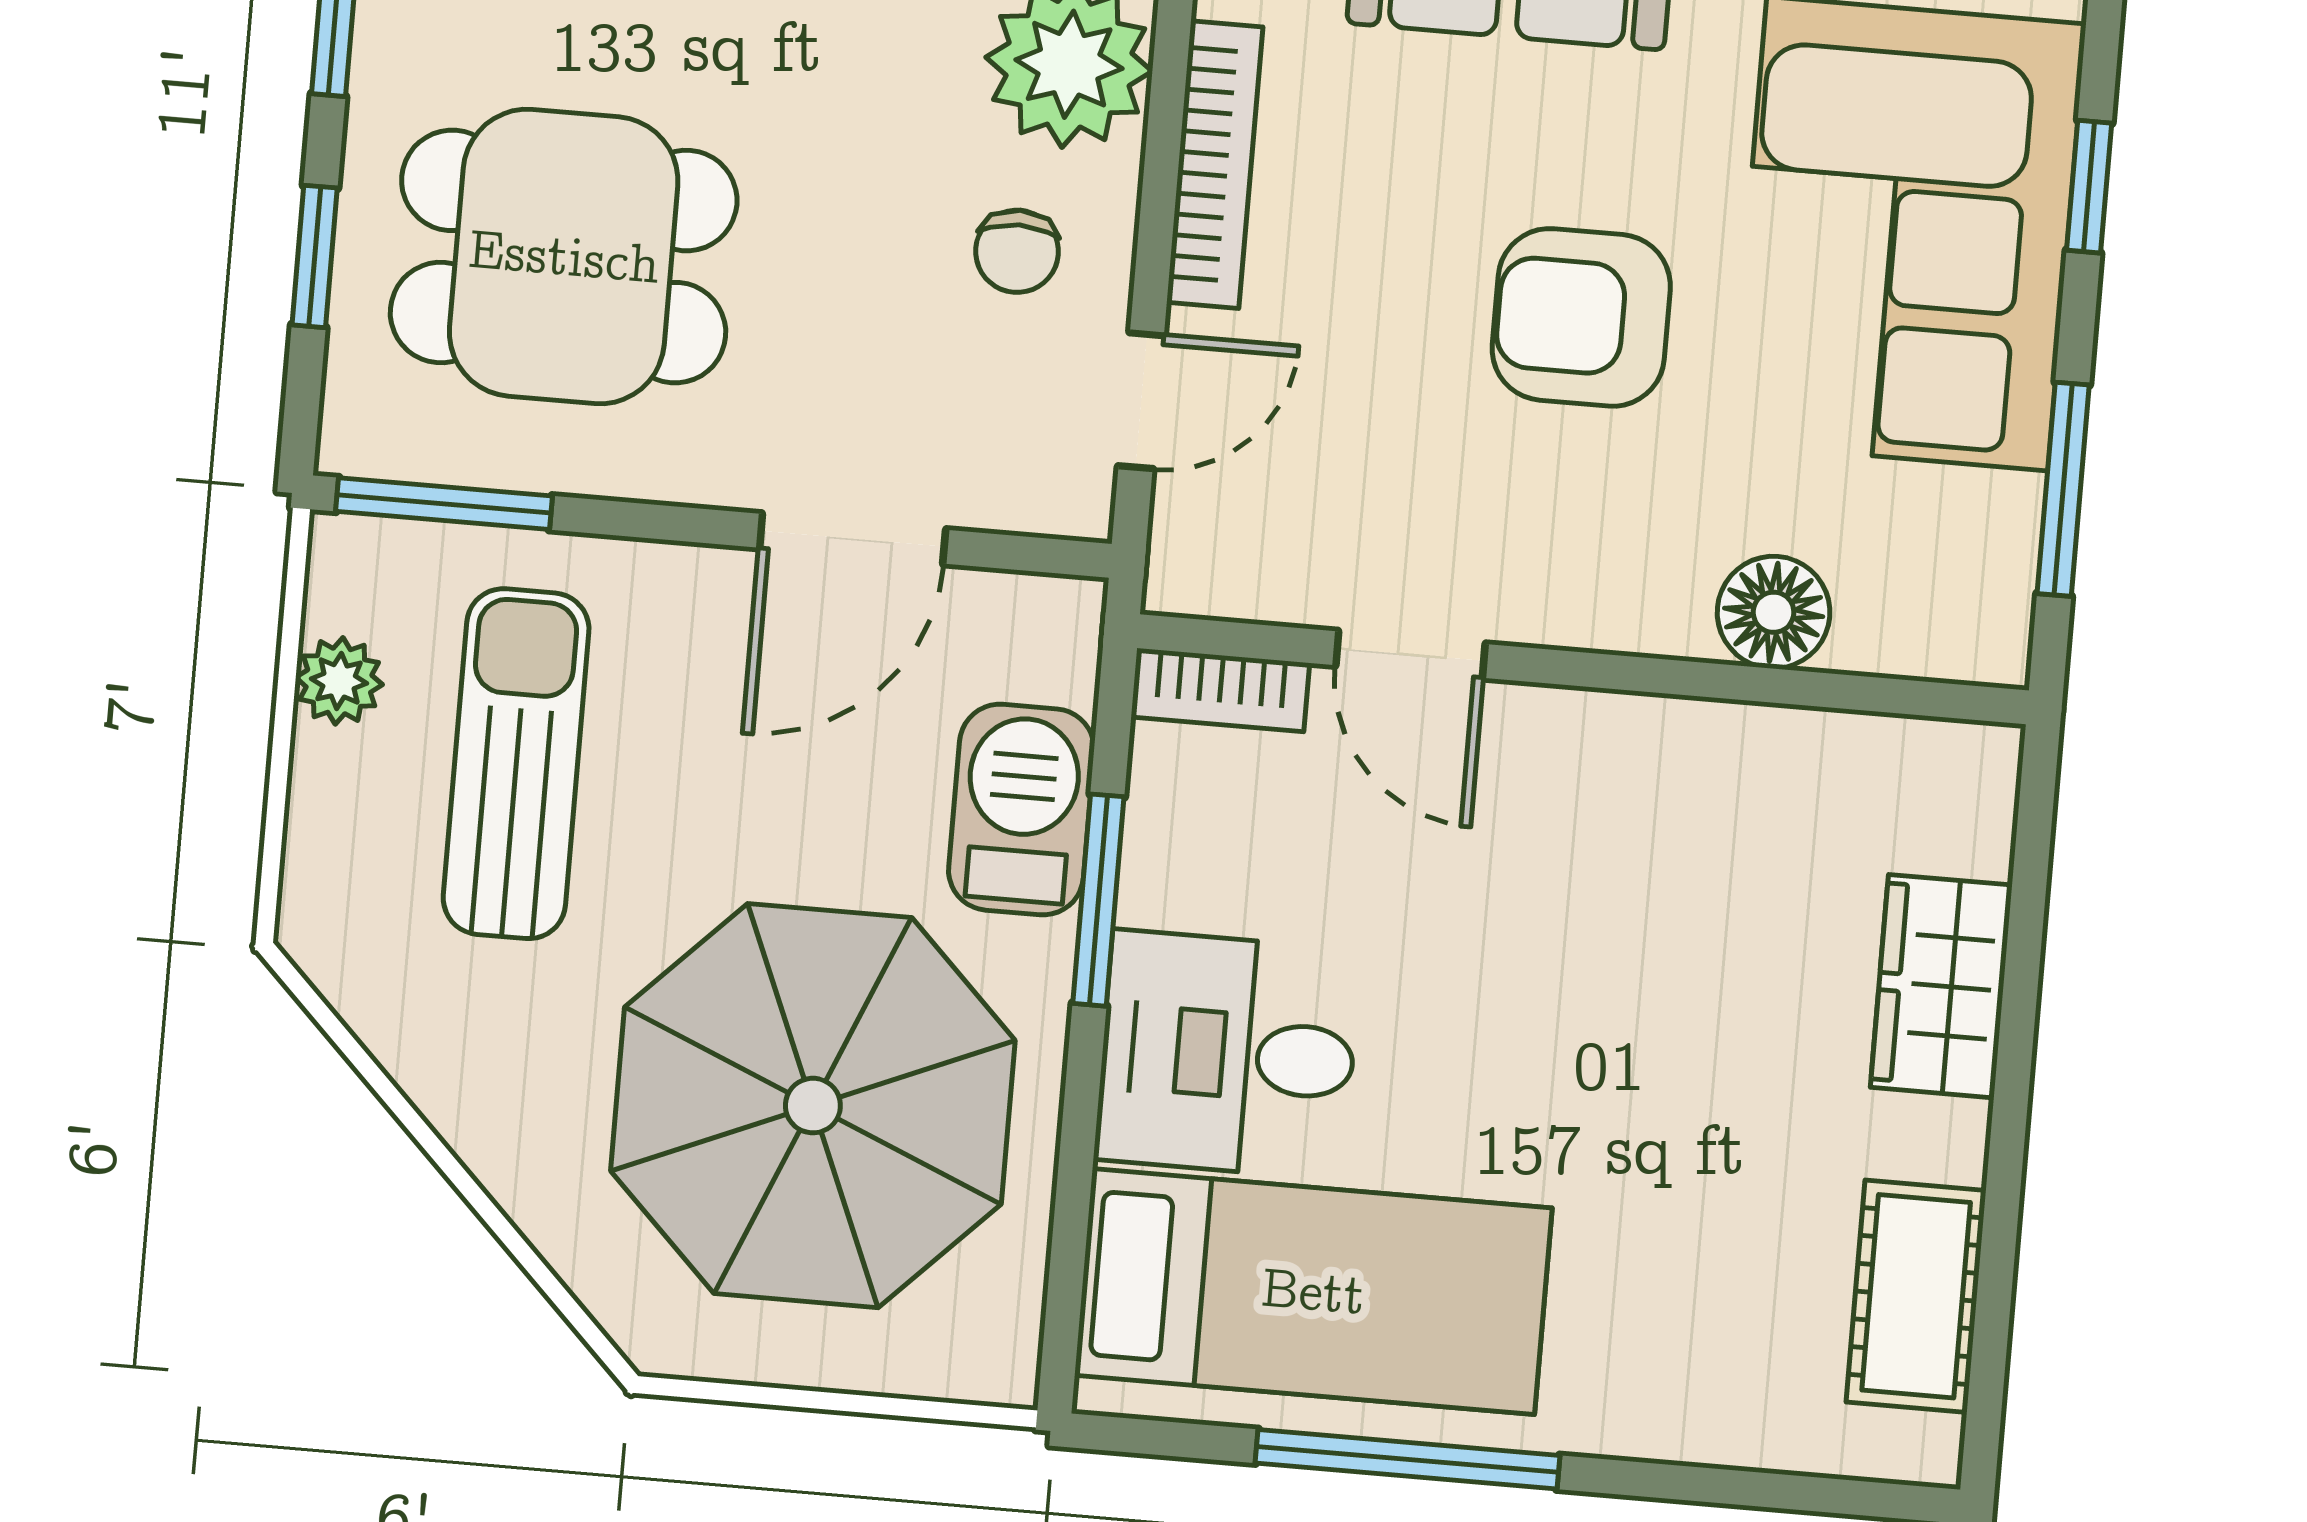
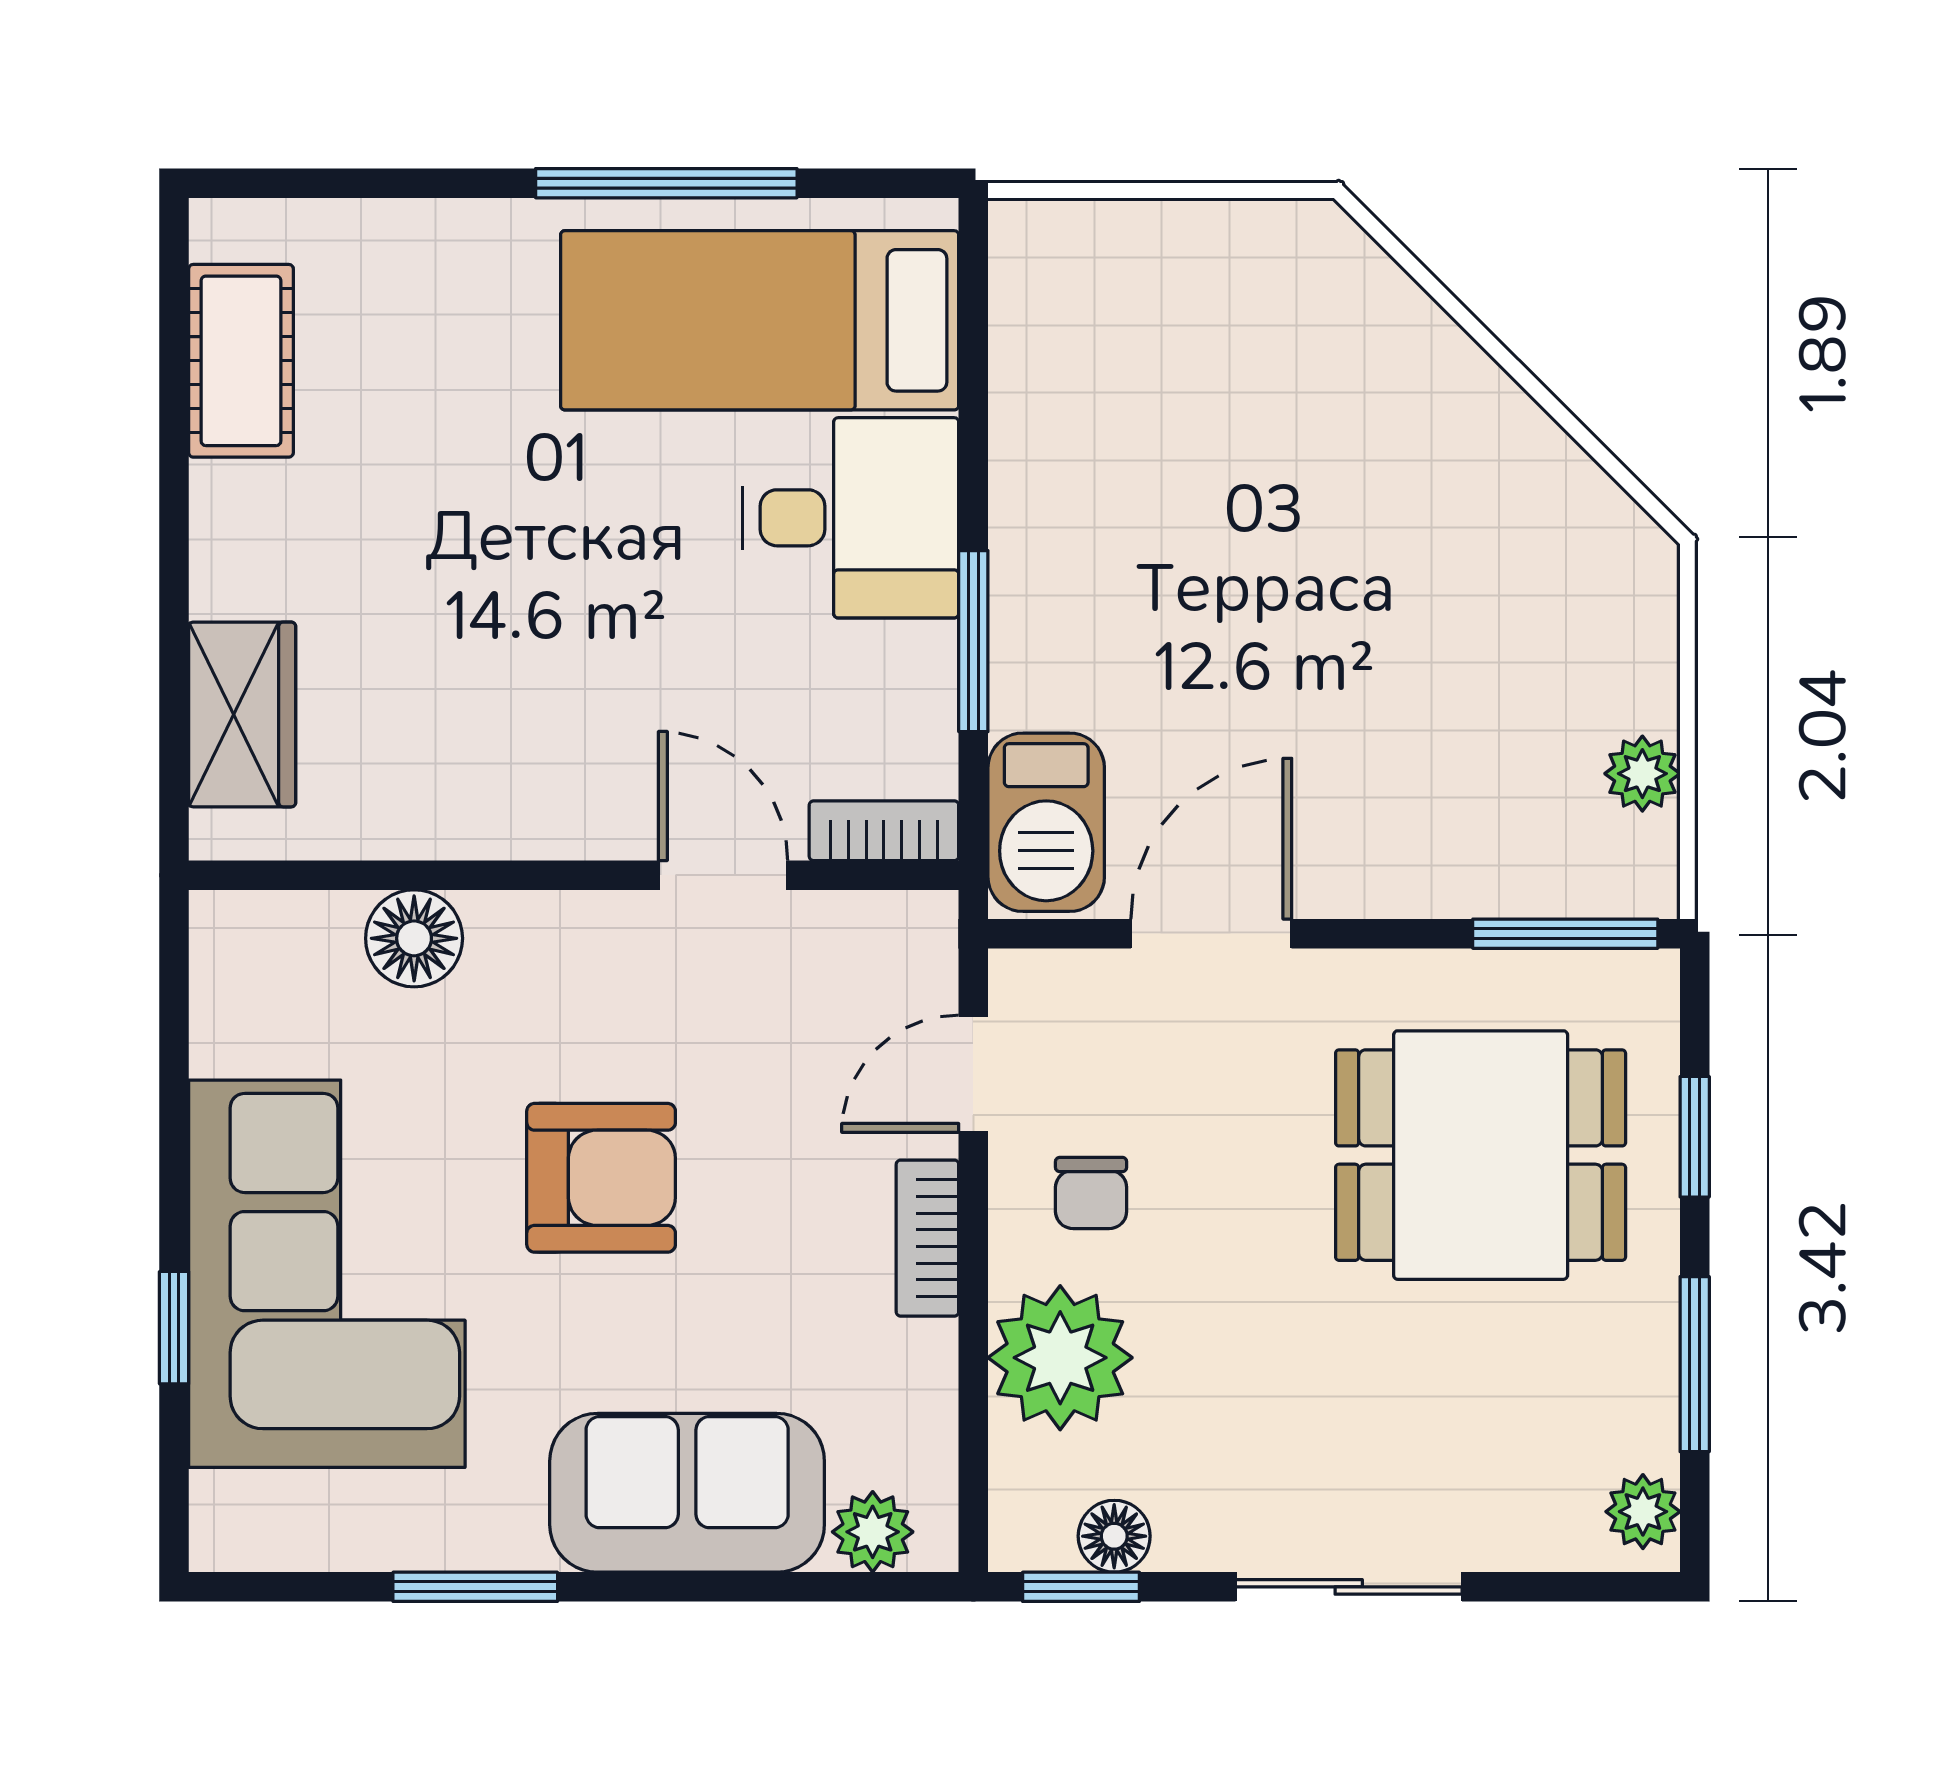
bookcase: (1215, 165) -> (927, 1238), width x0.64
chair: (1017, 251) -> (1091, 1193), turned 180
window: (2063, 489) -> (174, 1065), removed
sun lounger: (516, 764) -> (1484, 715), removed
barbecue: (1021, 810) -> (1046, 822), moved
wardrobe: (1941, 986) -> (242, 714), moved
parasol: (813, 1106) -> (1204, 443), removed

